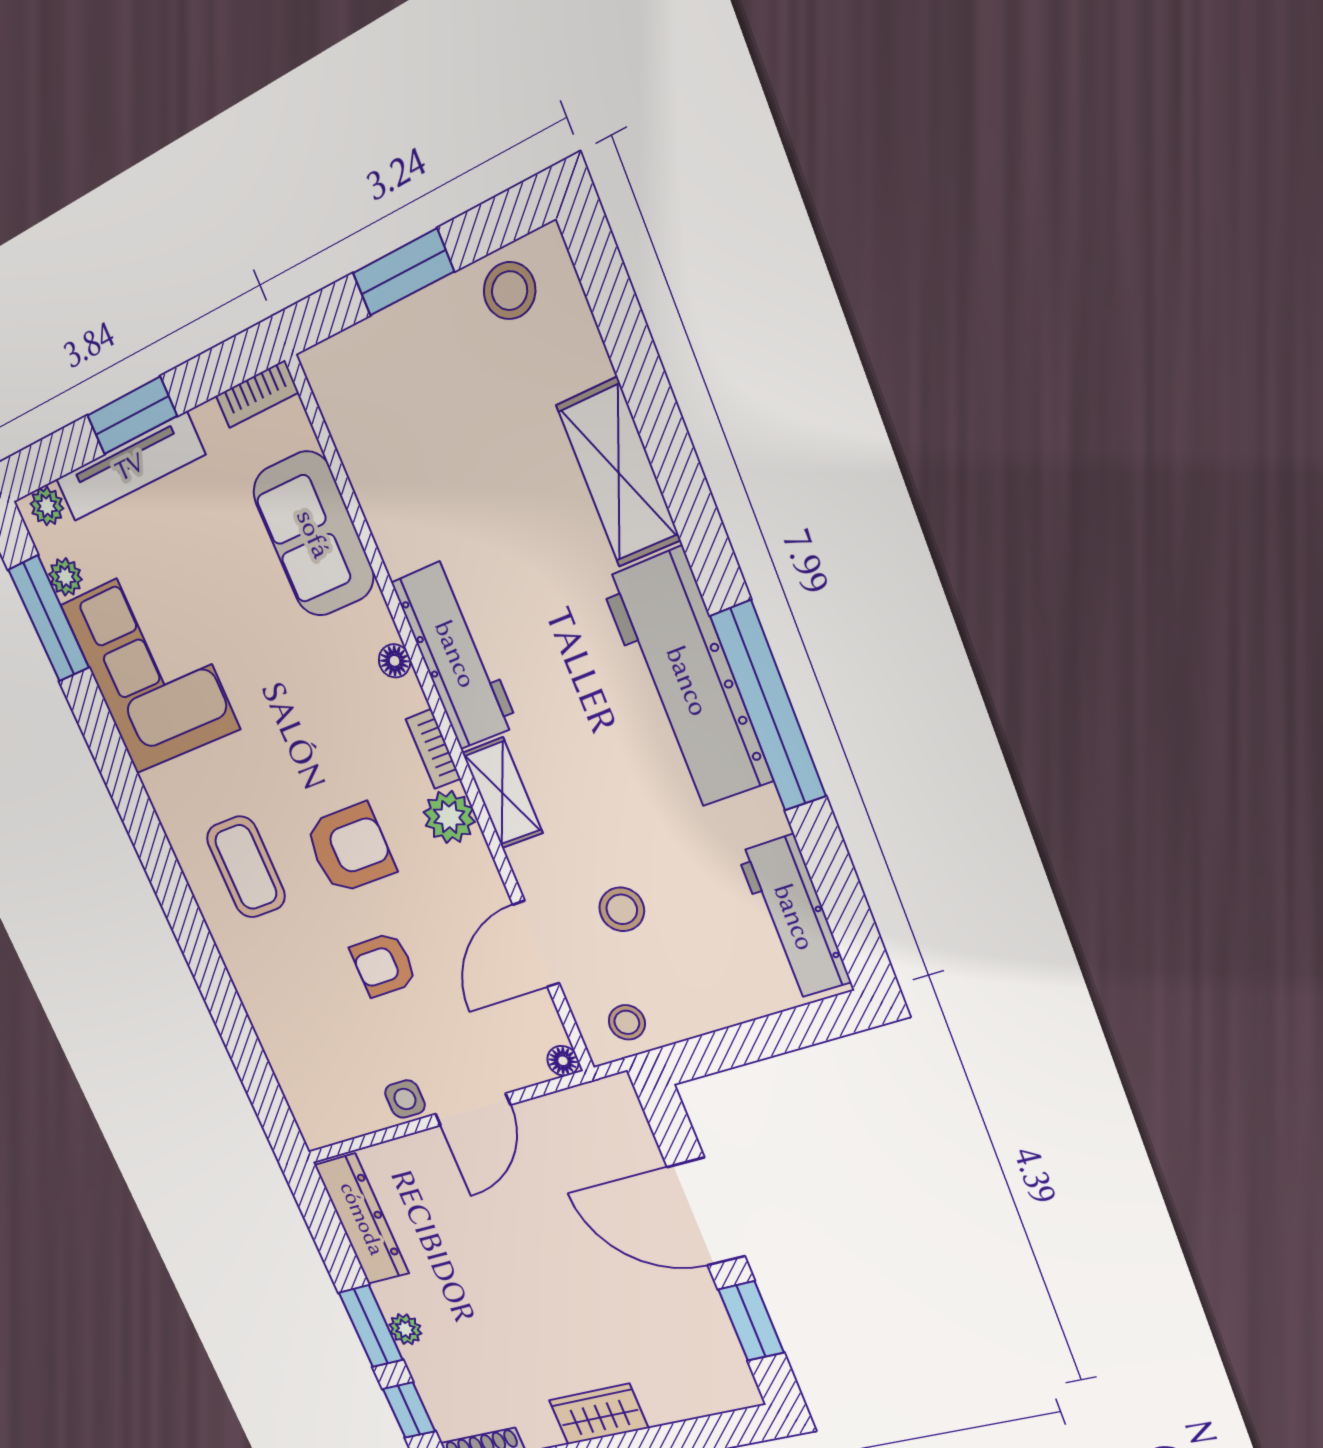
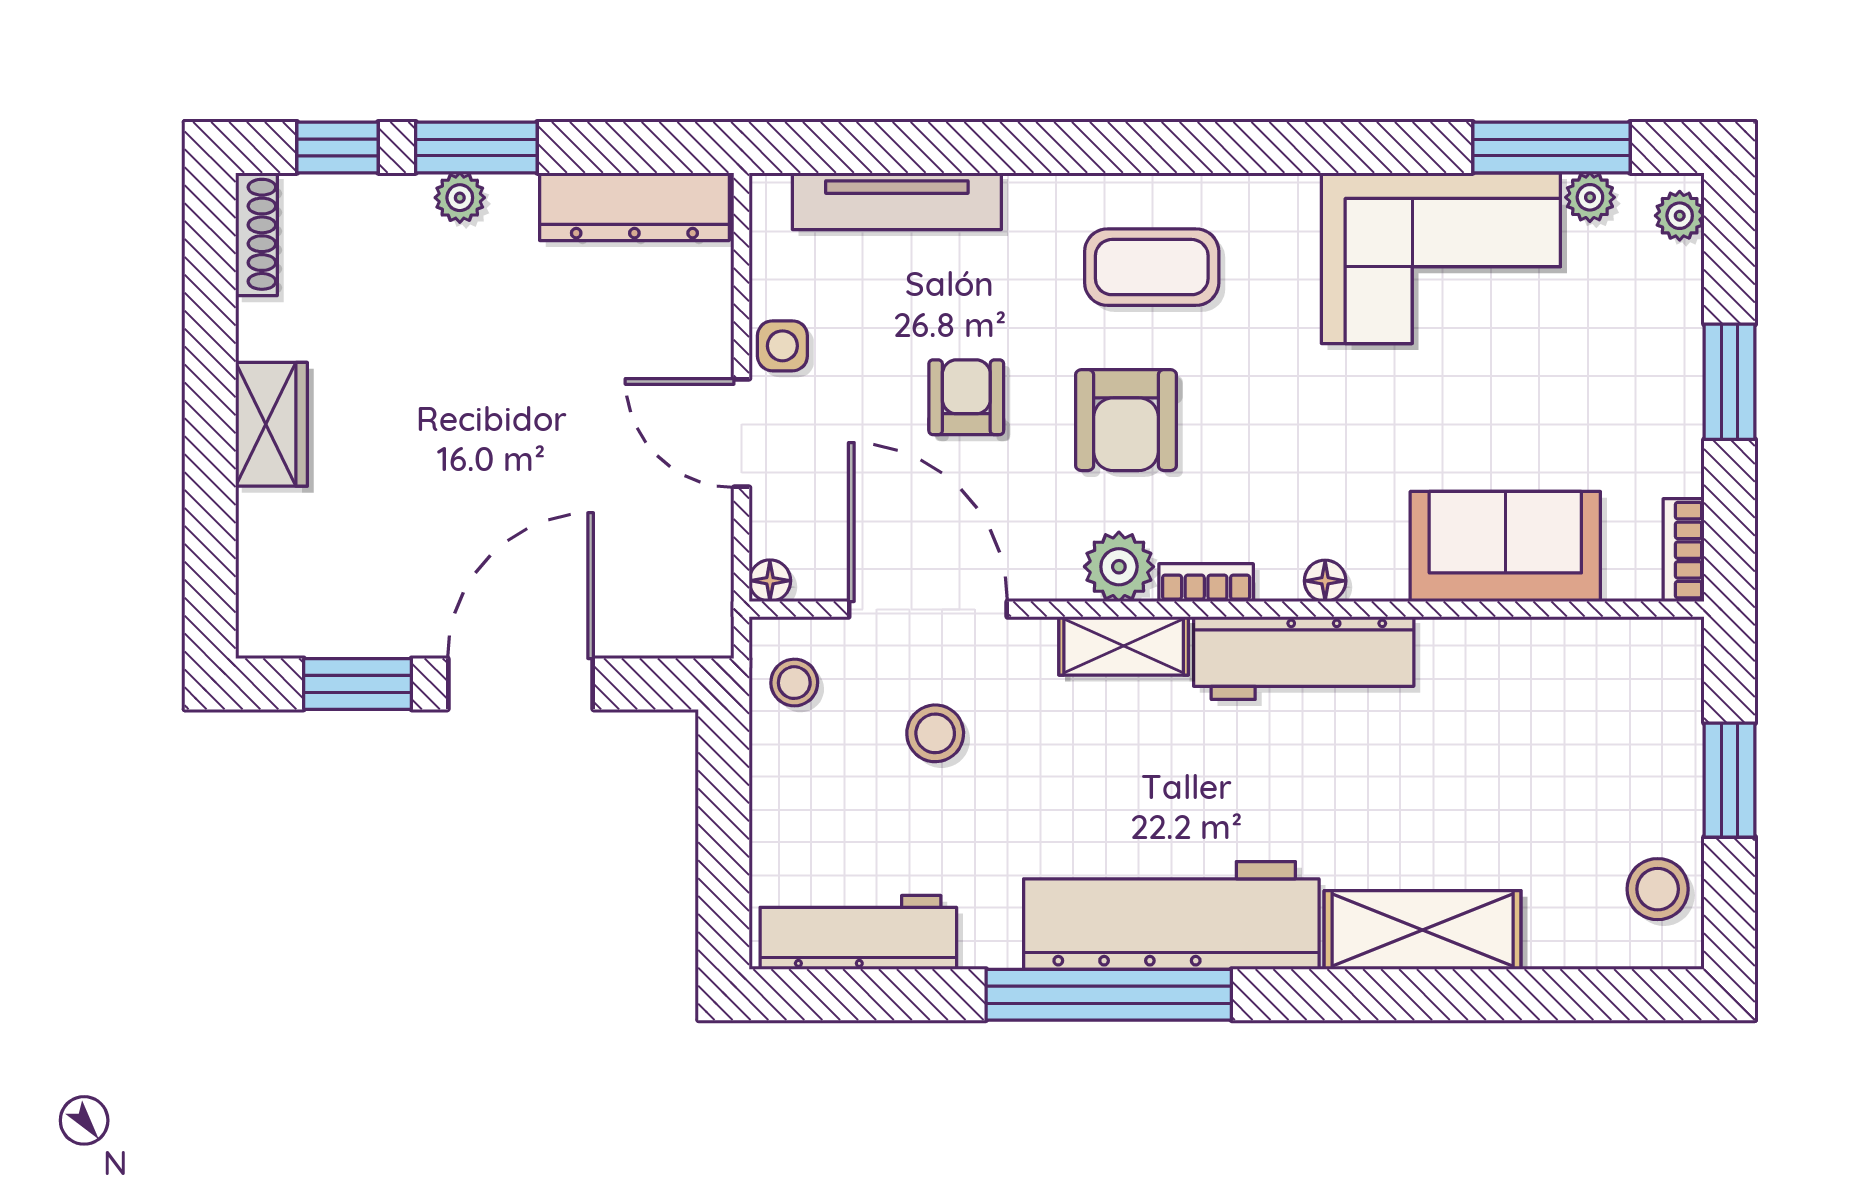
tv unit: (130, 467) -> (897, 201), moved, turned -90
door: (536, 944) -> (928, 609), width x1.36

